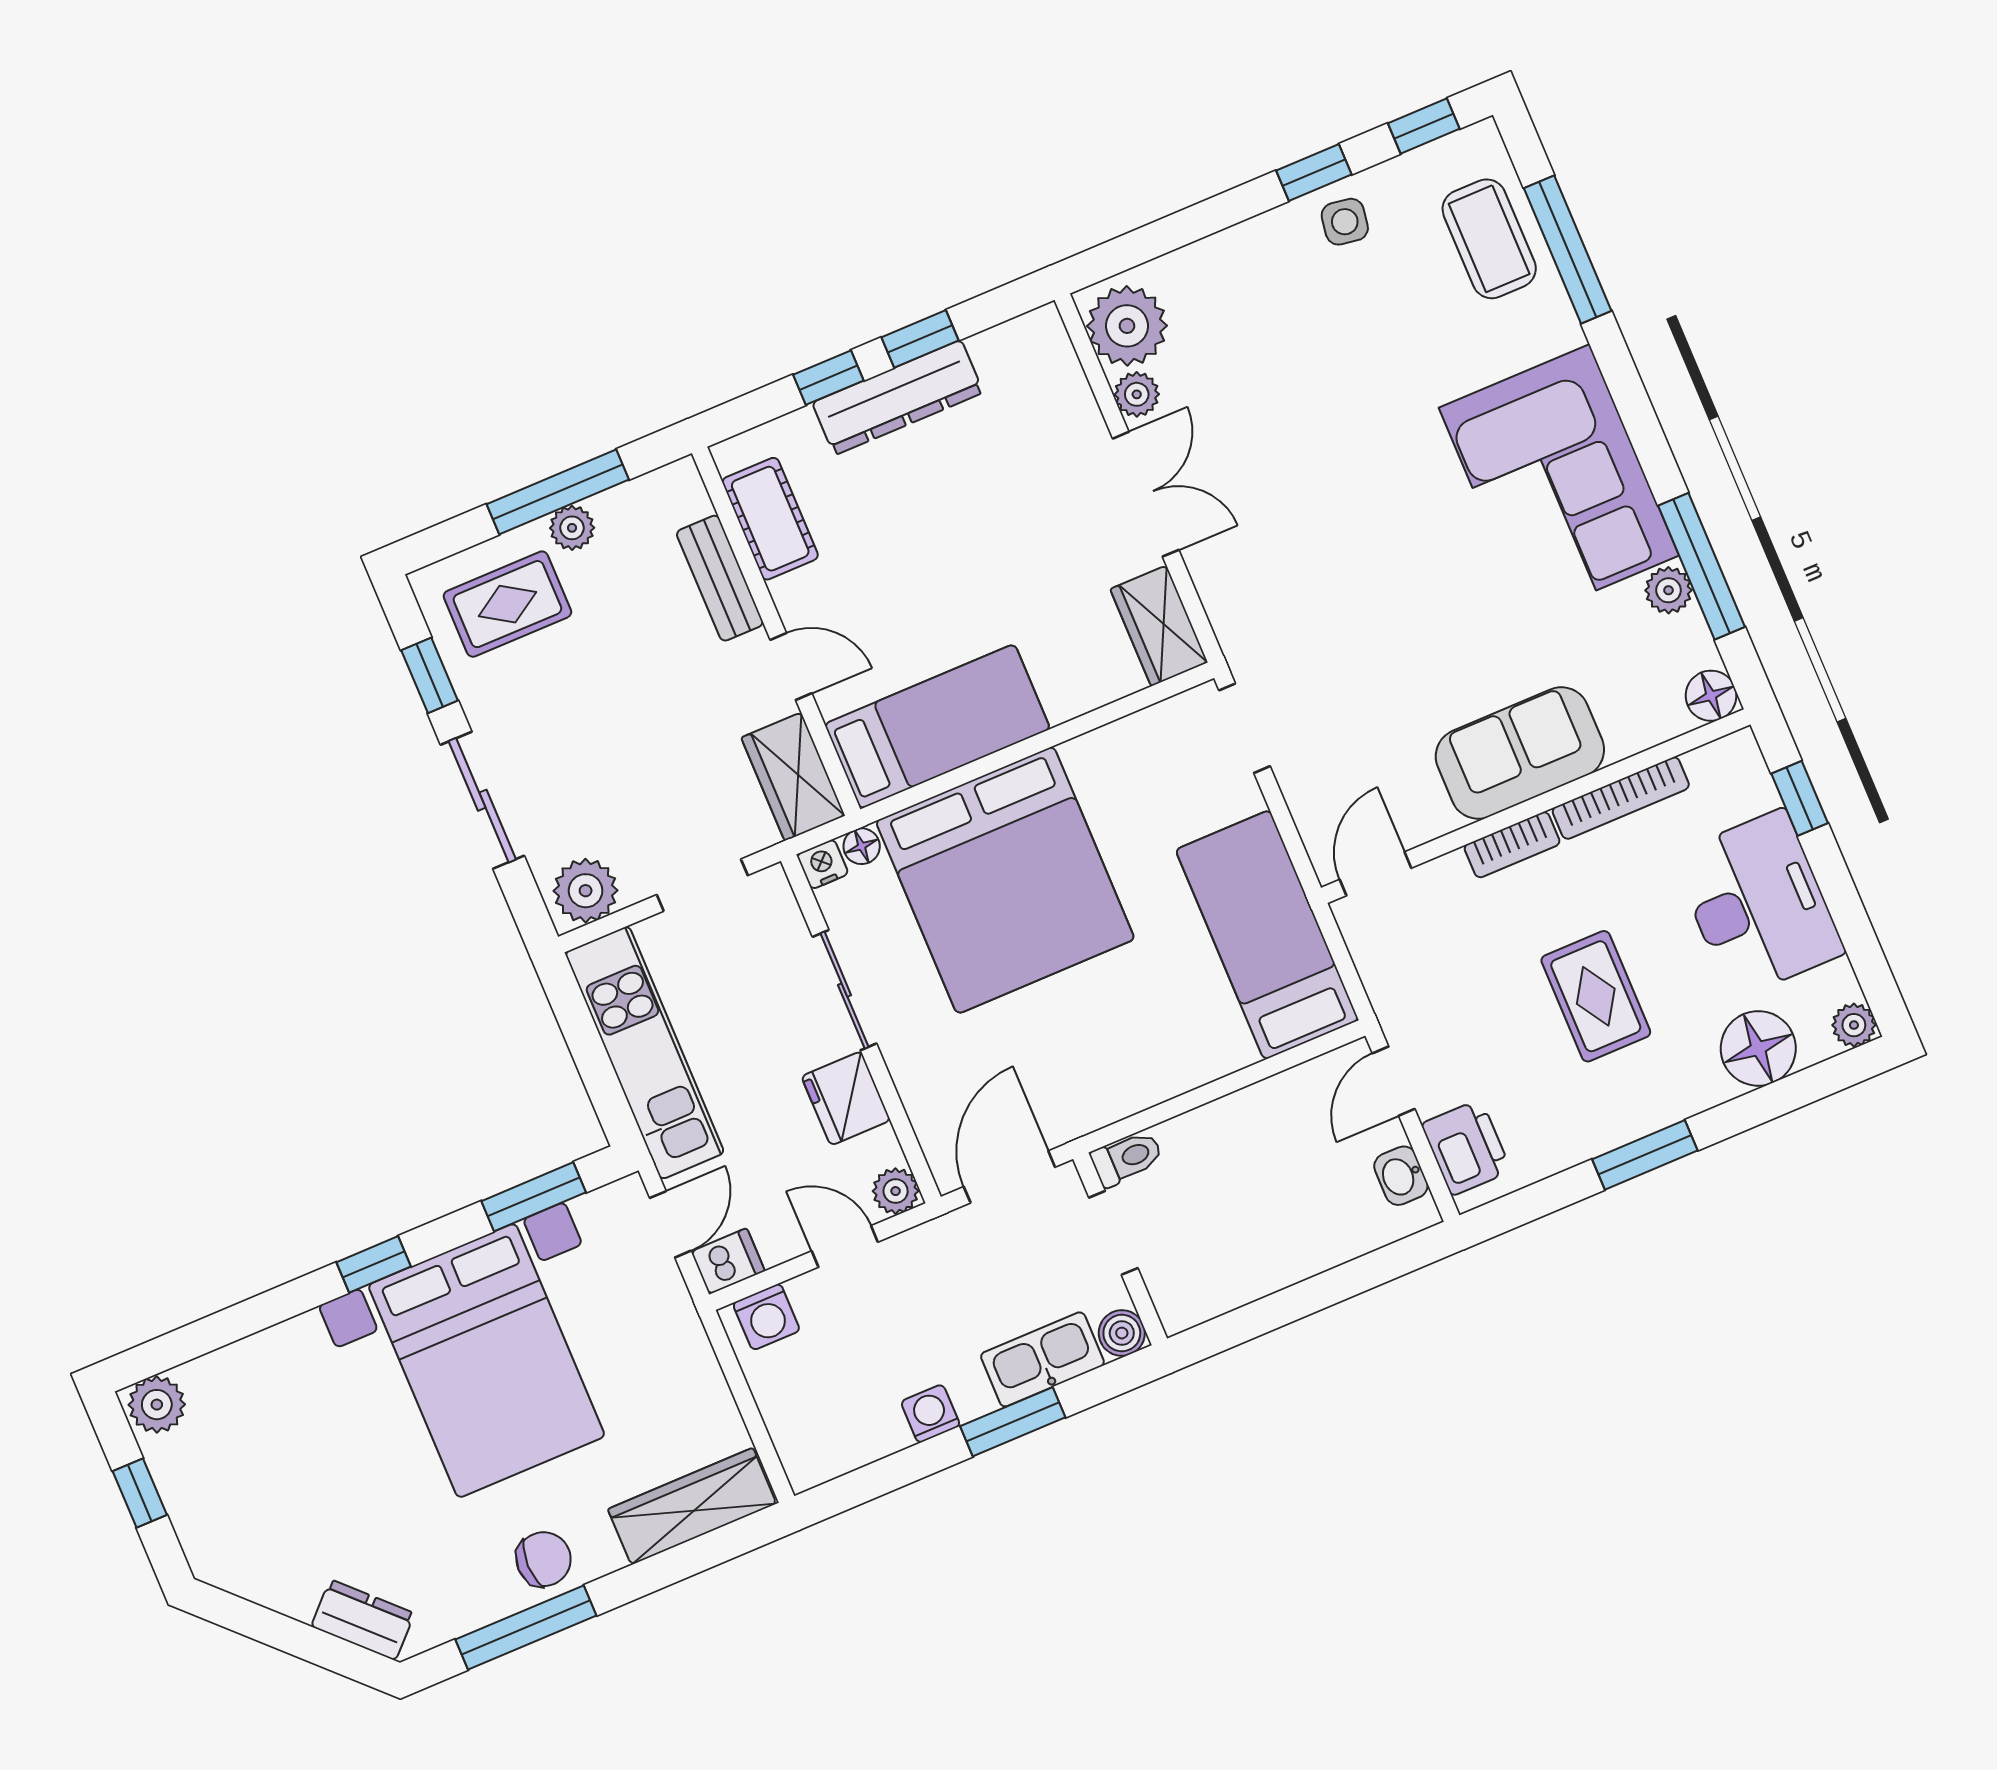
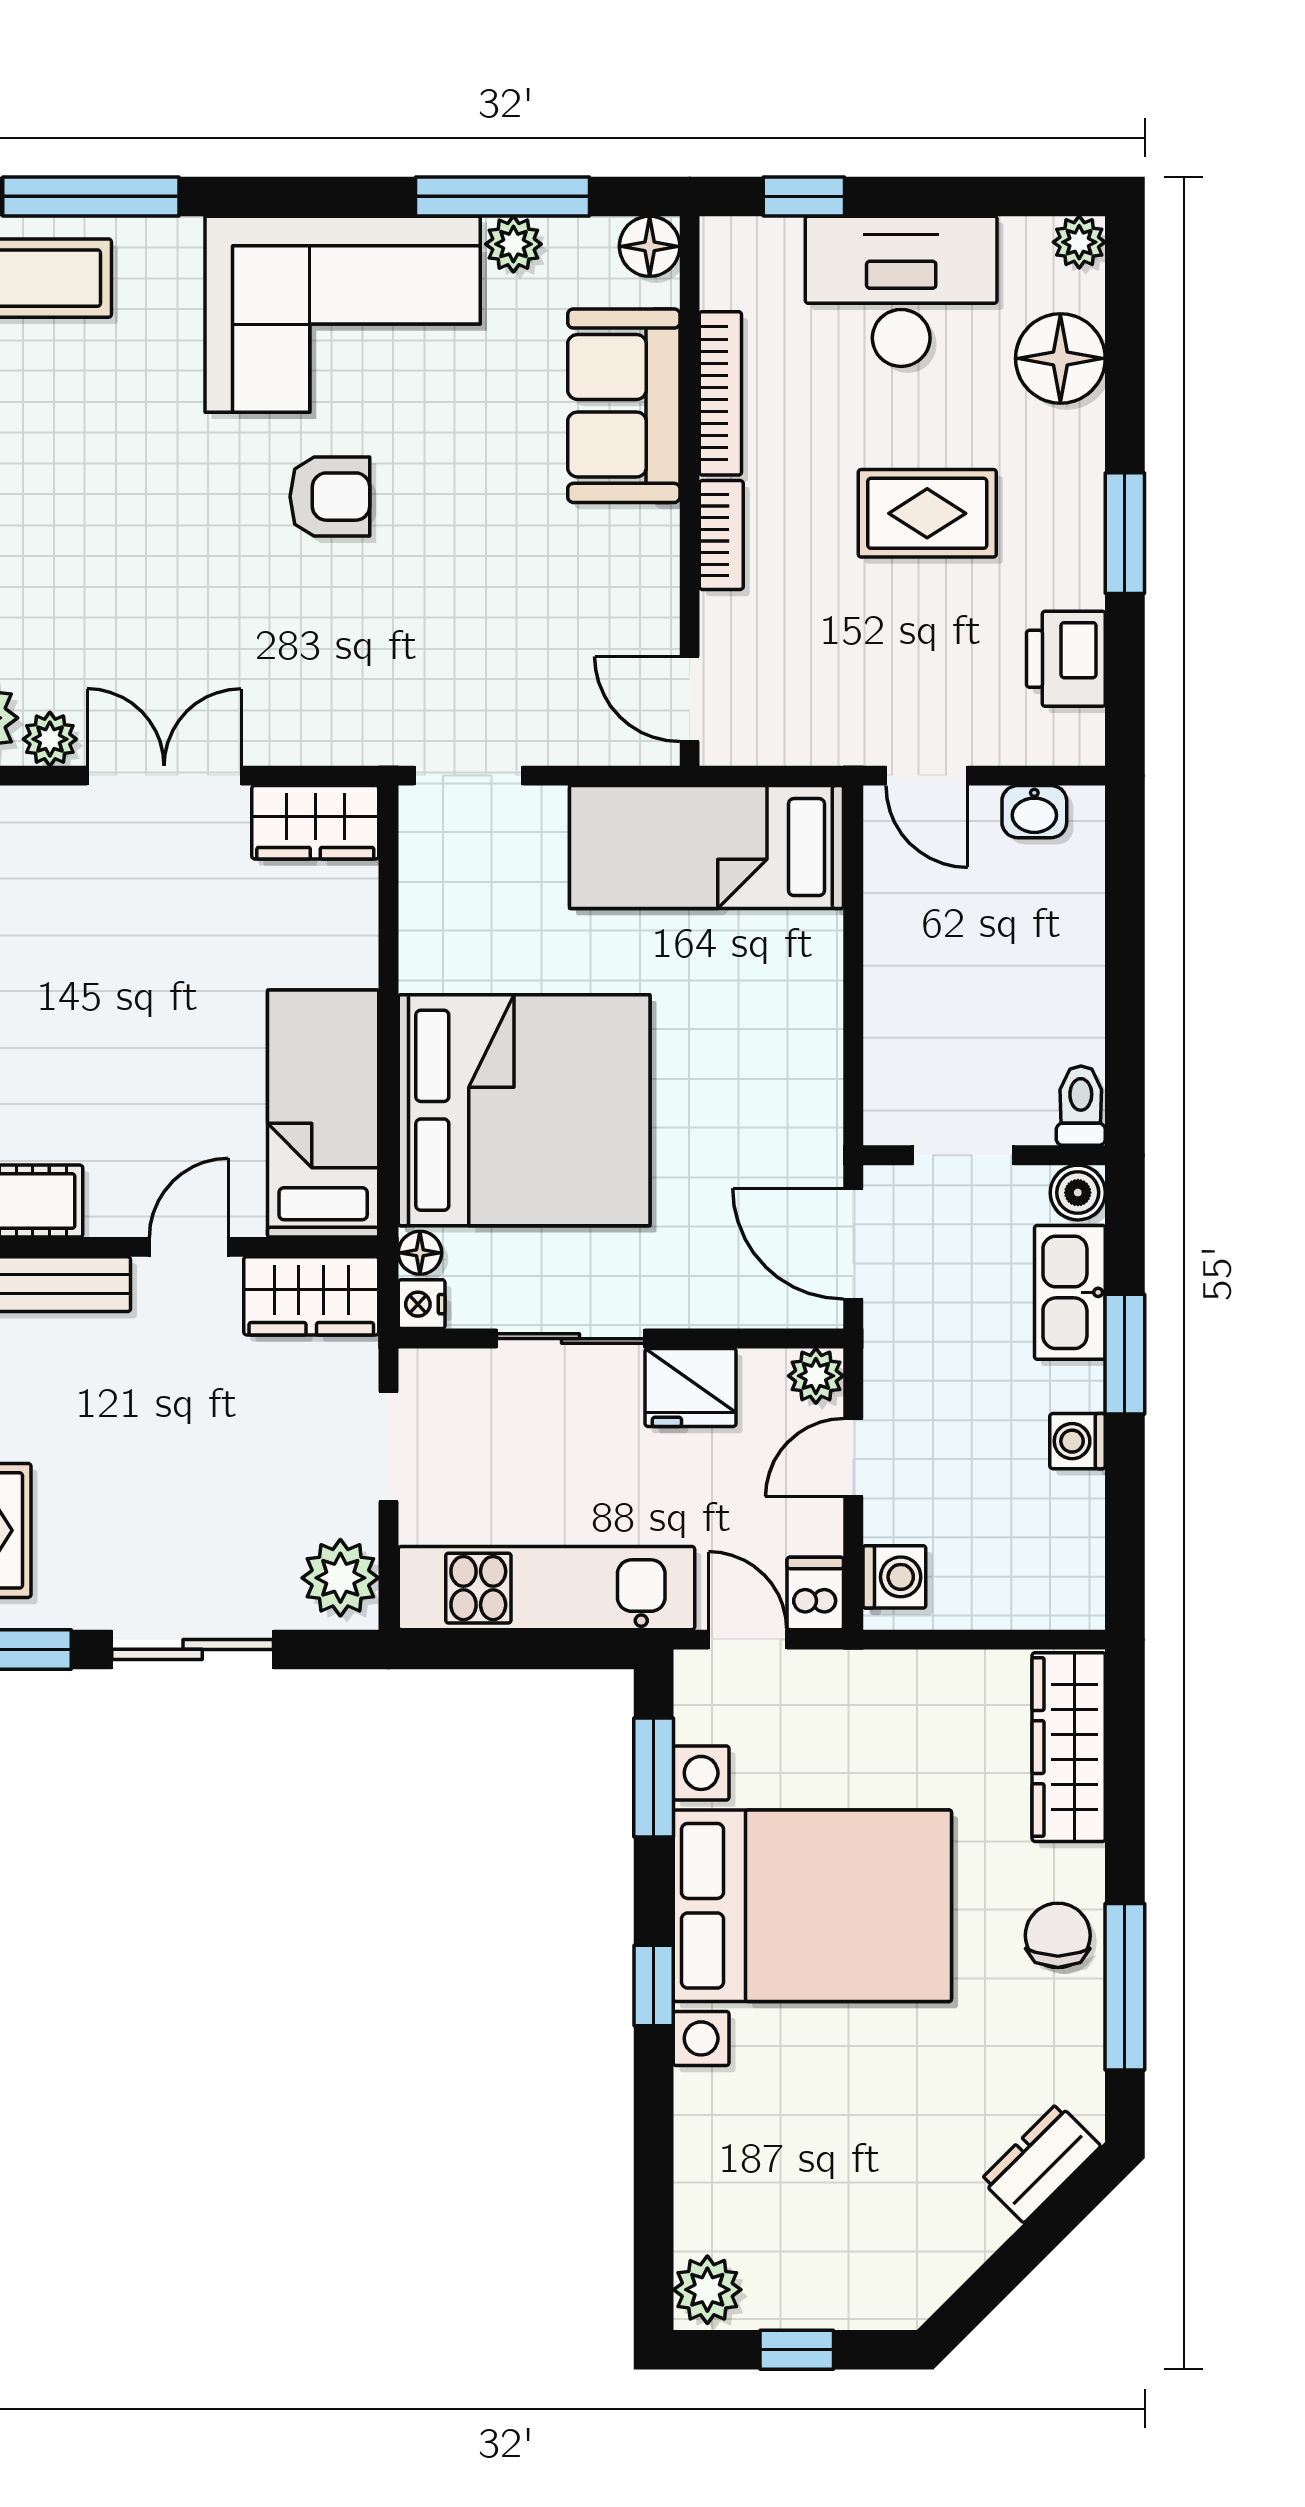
armchair: (1414, 531) -> (330, 497), added
sofa: (1520, 753) -> (624, 406), moved
printer: (1466, 1147) -> (1066, 659), moved, turned -90
toilet: (1127, 1158) -> (1081, 1106), moved

